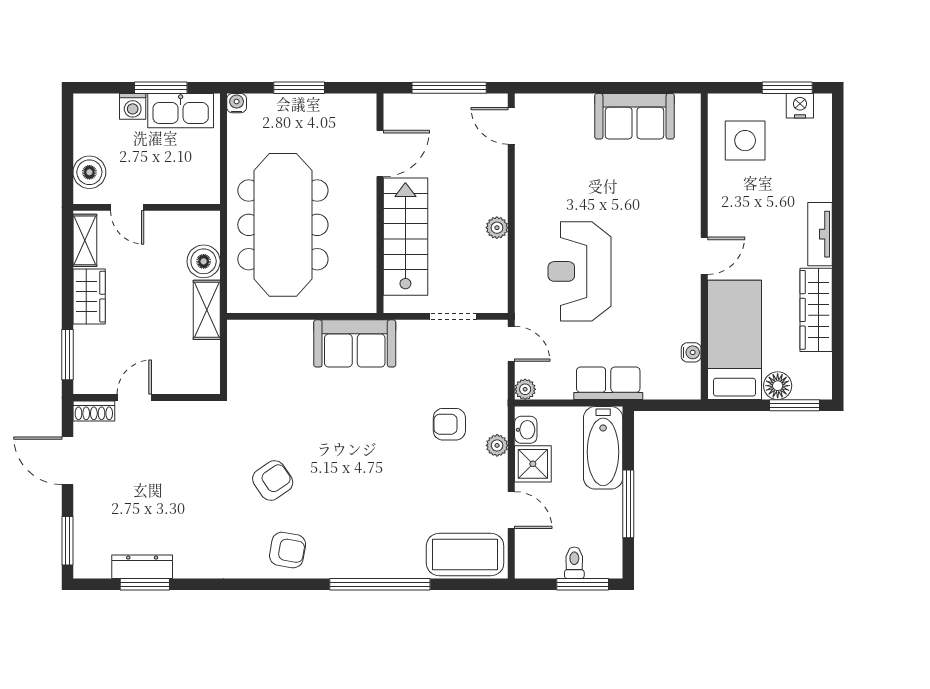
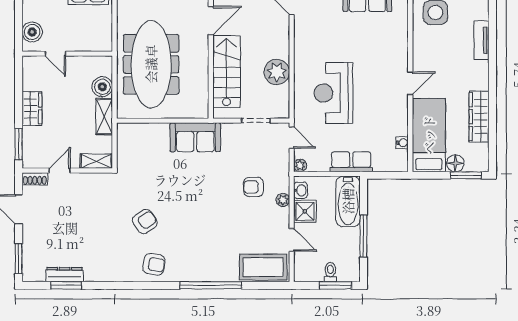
plant: (497, 228) -> (277, 72), width x1.88, depth x1.88
tv unit: (820, 234) -> (482, 40), moved
shelving: (85, 240) -> (96, 161), moved, turned 90

